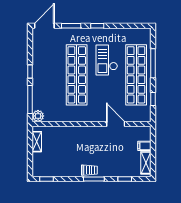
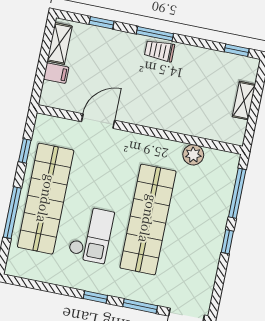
plant: (38, 116) -> (193, 155), moved
door: (116, 124) -> (98, 121), swing flipped
shelving: (37, 142) -> (244, 101), moved

